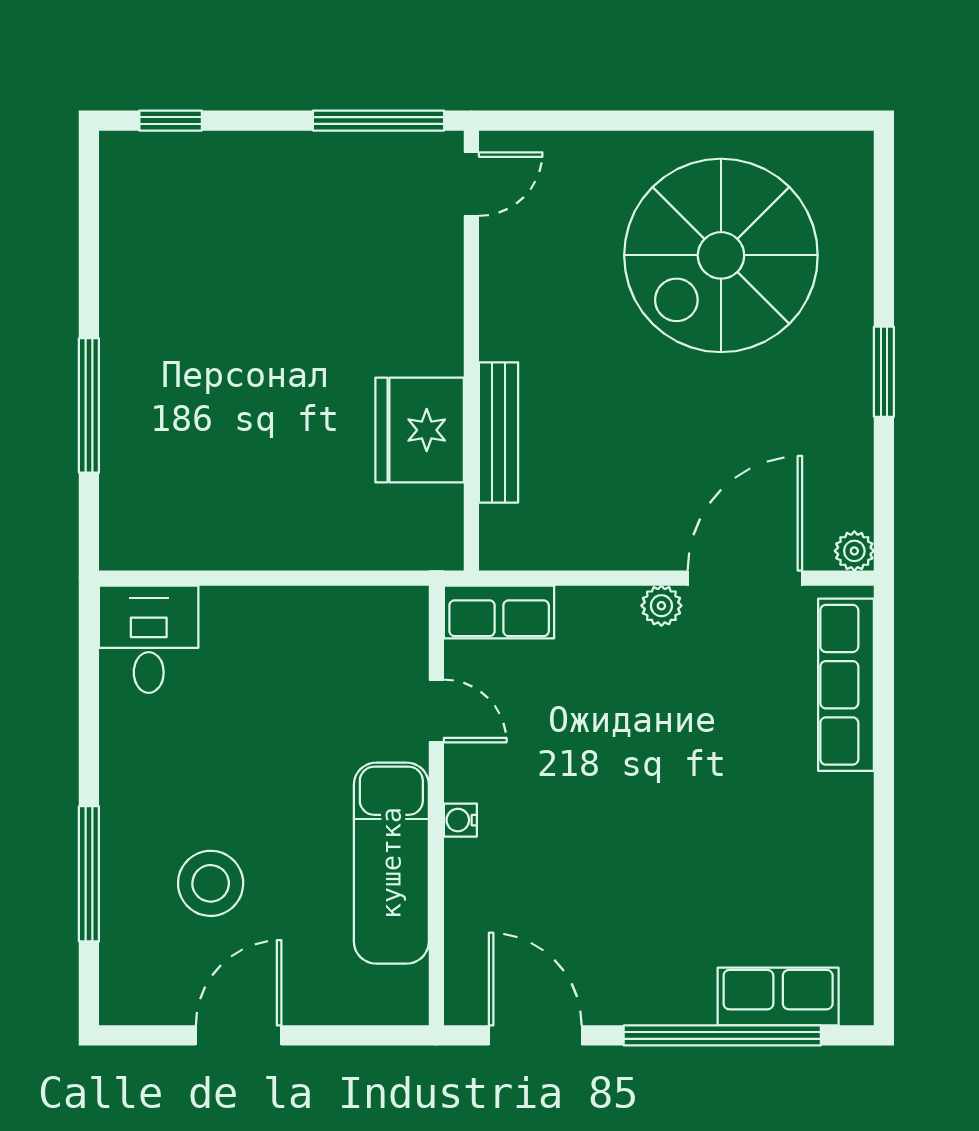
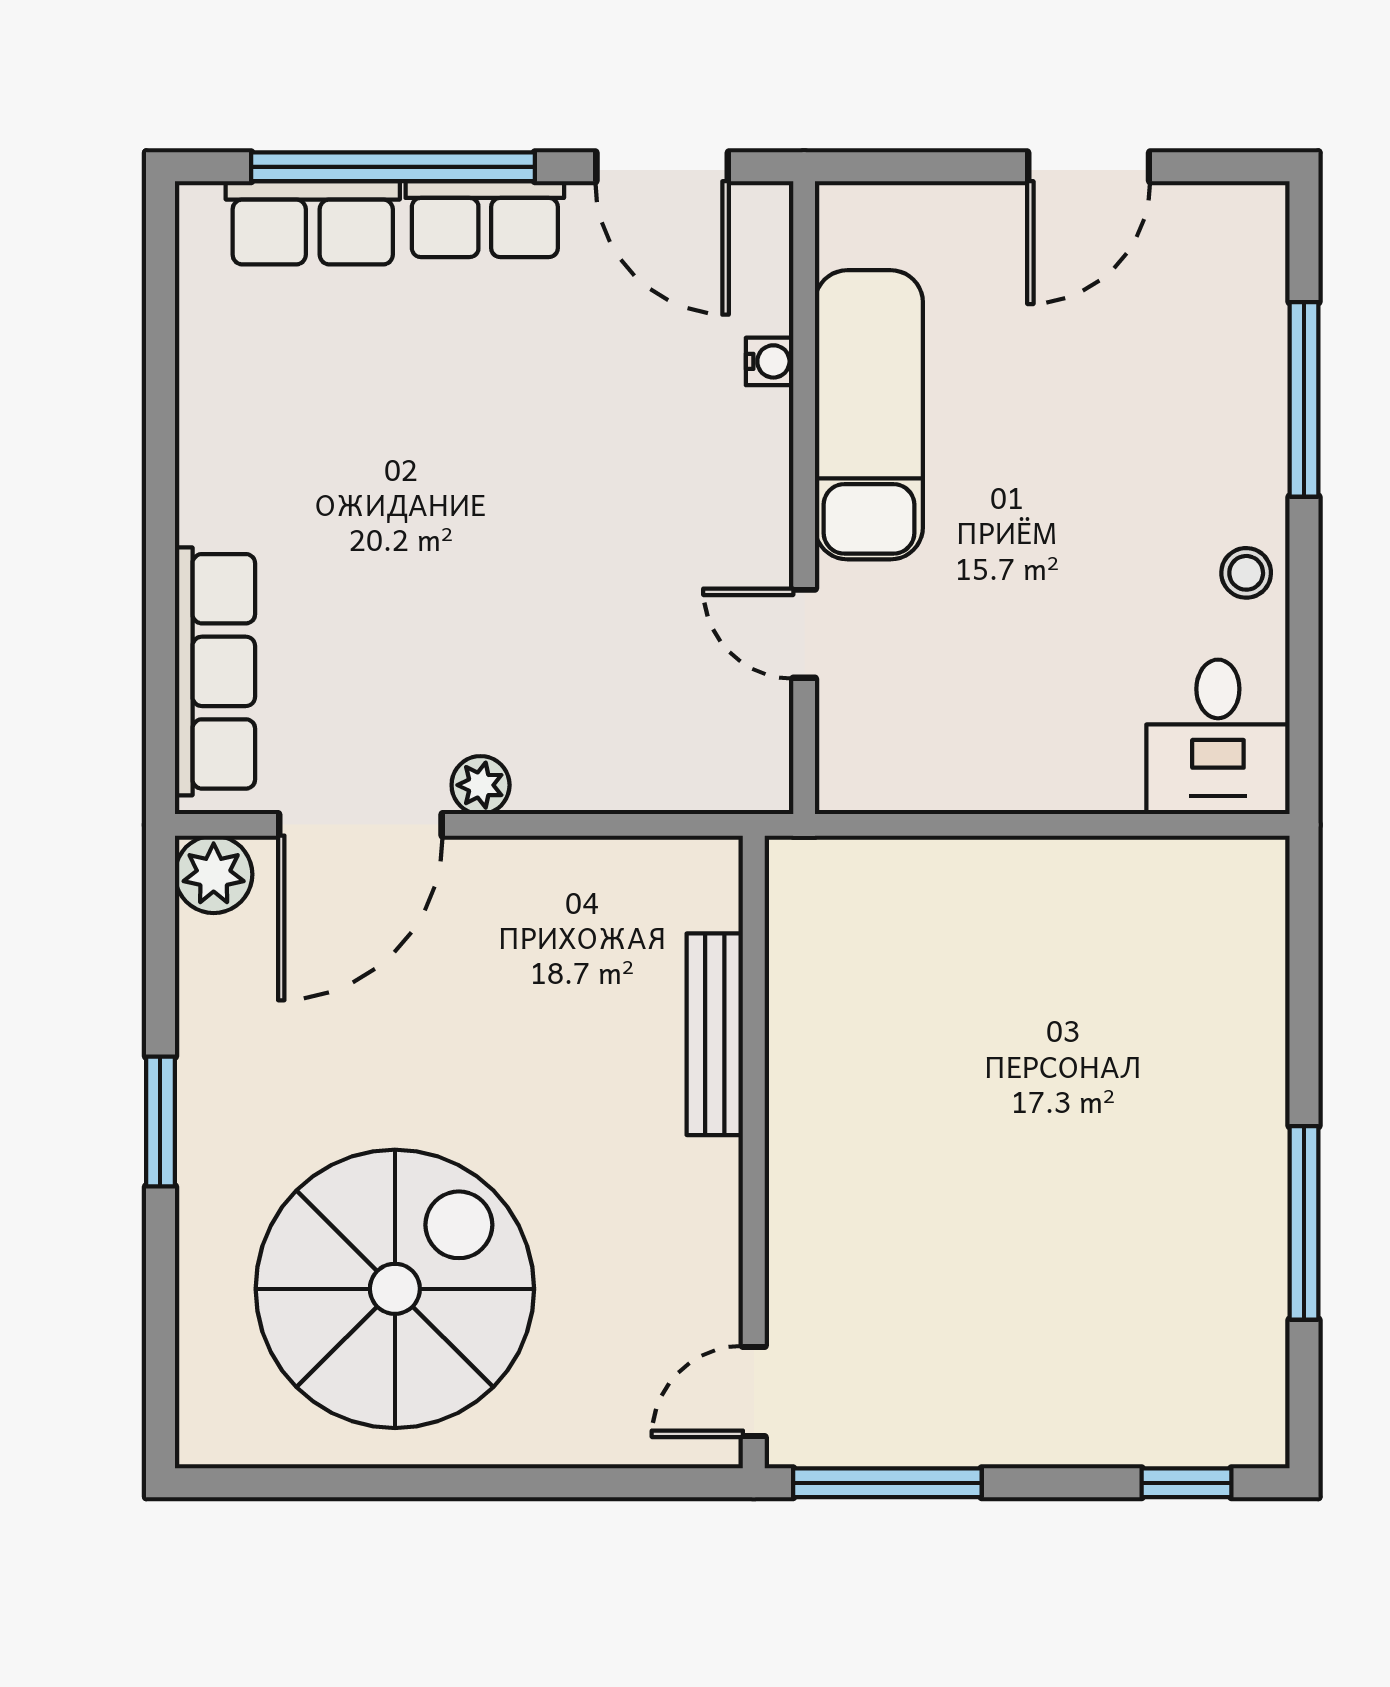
window: (89, 405) -> (1304, 1223), moved
fridge: (420, 430) -> (828, 1038), removed
plant: (854, 551) -> (214, 874), width x1.38, depth x1.38
row of seats: (499, 612) -> (485, 219), moved, turned 180
water cooler: (460, 820) -> (770, 361), moved
stool: (211, 883) -> (1246, 573), moved, width x0.53, depth x0.53

